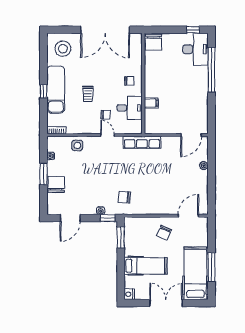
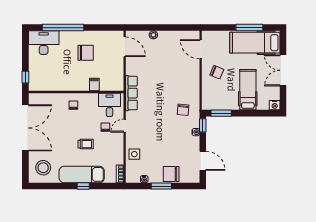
window: (193, 30) -> (25, 77), moved
chair: (153, 42) -> (86, 53), moved
desk: (130, 108) -> (109, 105), moved

